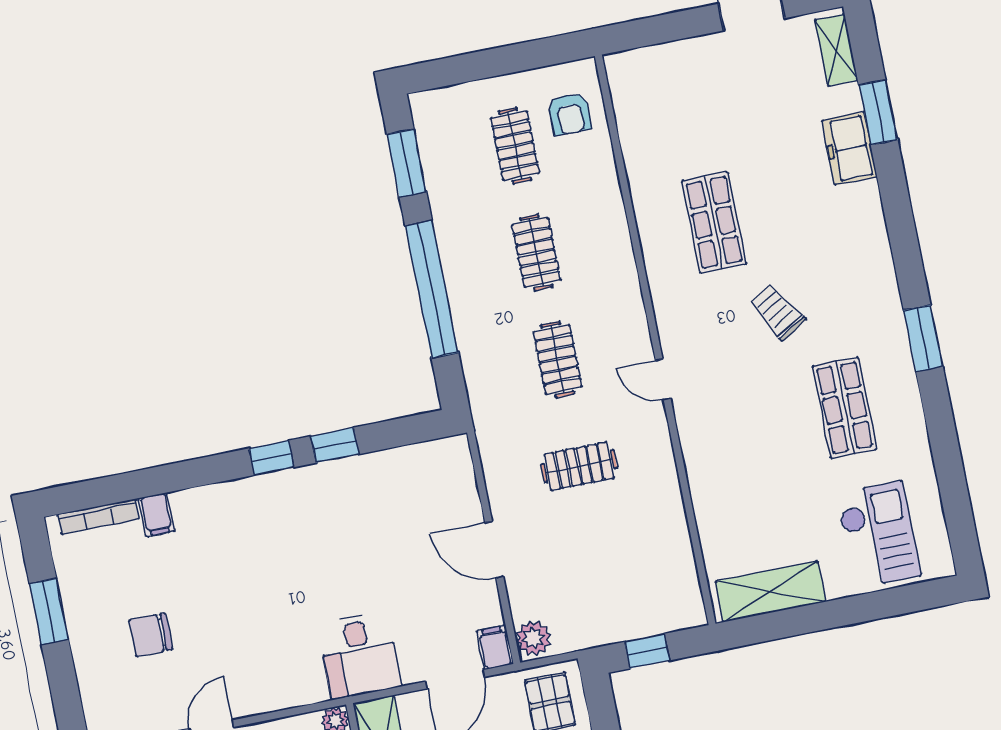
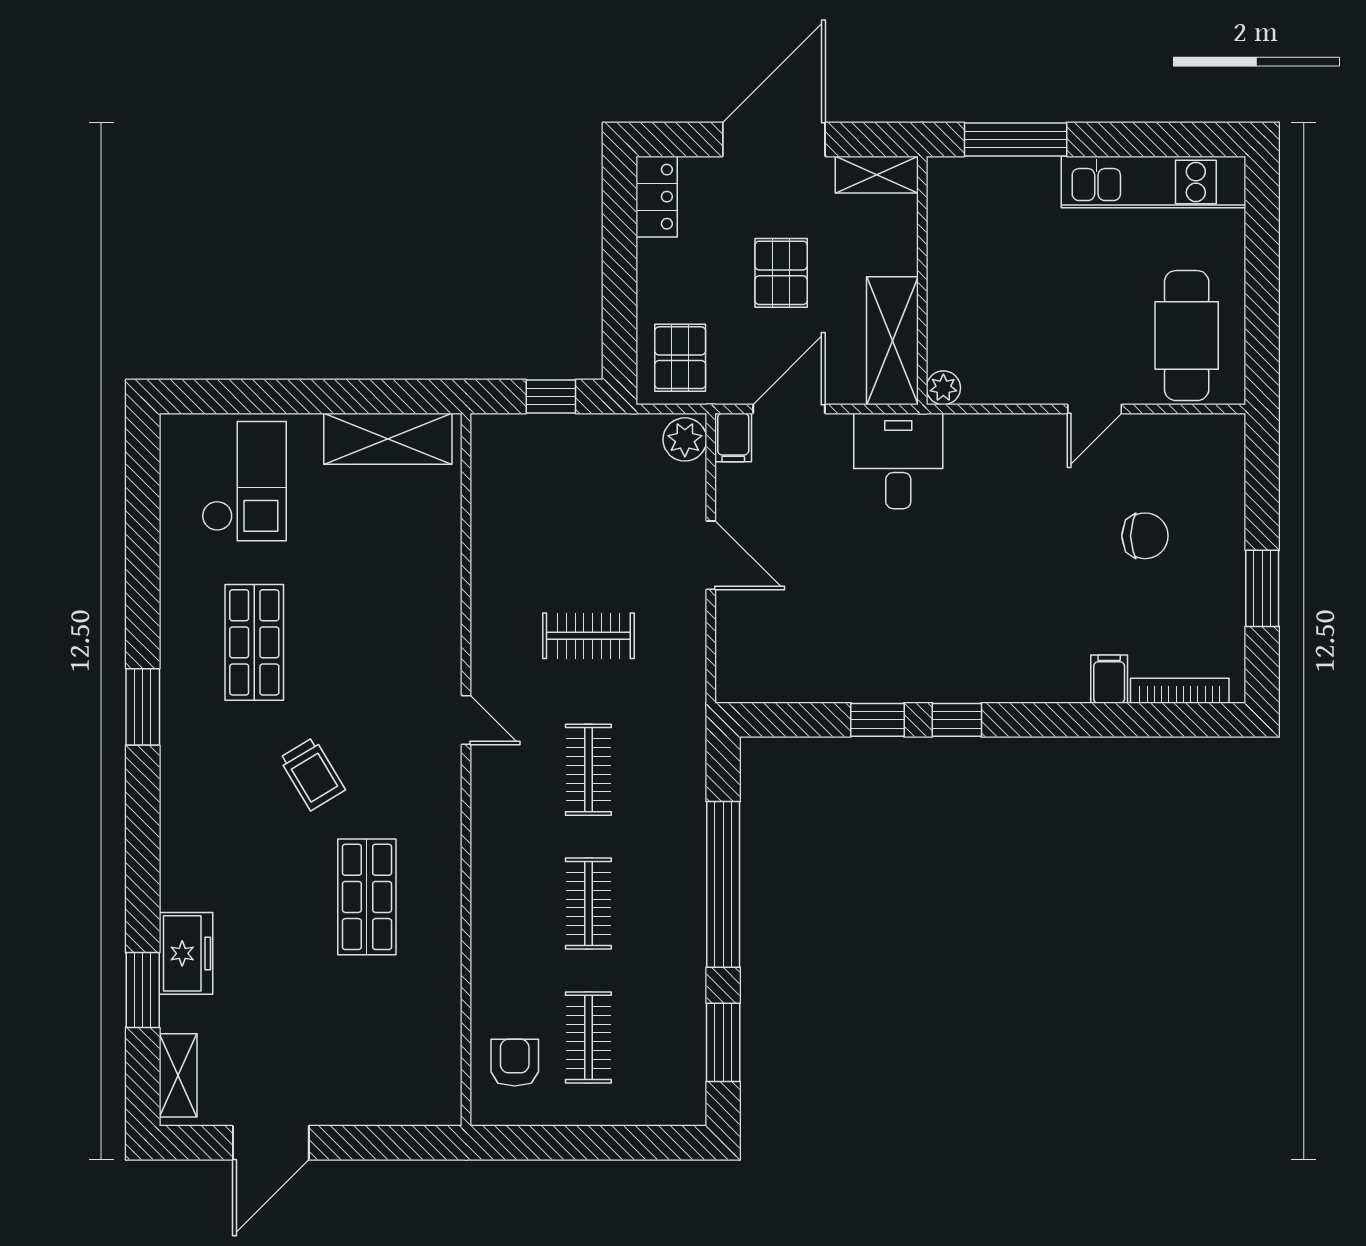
checkout: (878, 535) -> (244, 481), turned 180

